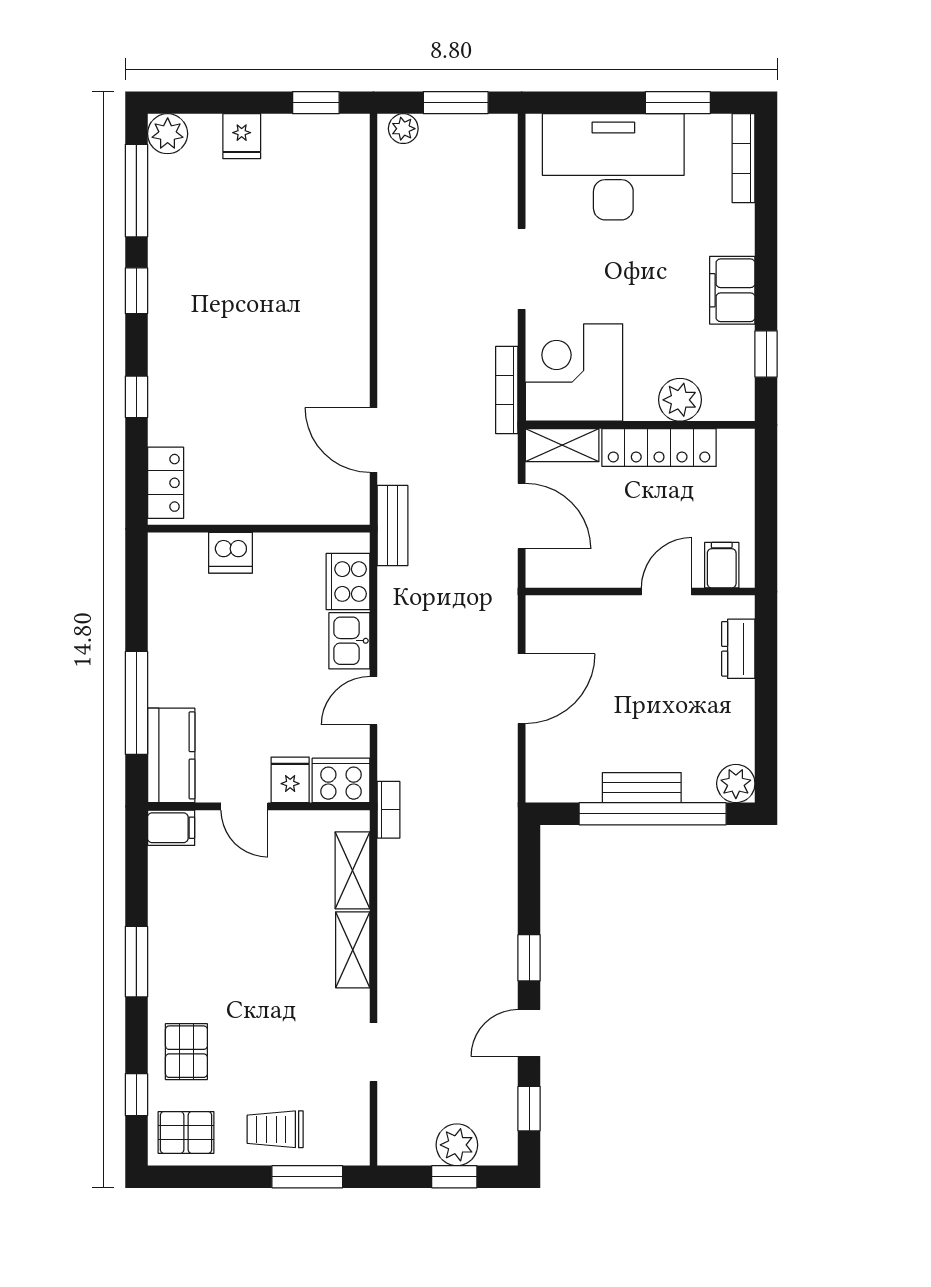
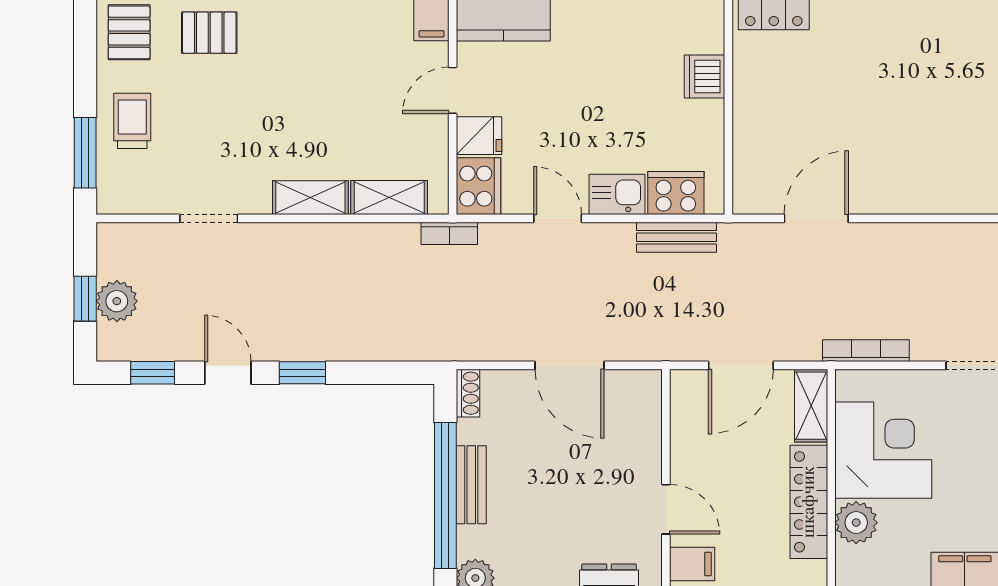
corner desk: (574, 373) -> (883, 450), moved
bench: (392, 526) -> (676, 237), moved
shoe rack: (550, 791) -> (468, 393), added

